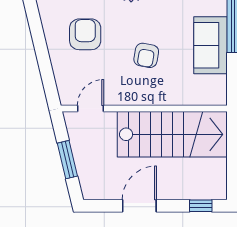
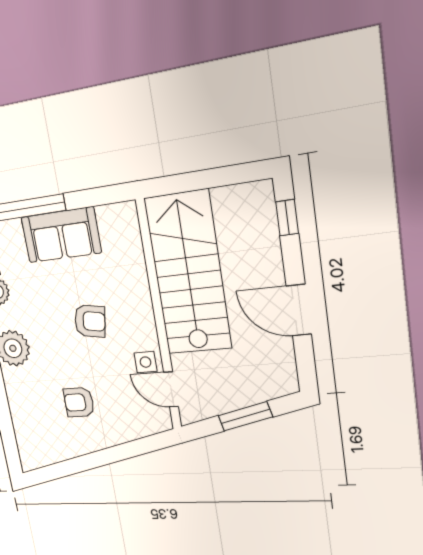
armchair: (85, 34) -> (79, 402), width x0.72, depth x0.72
side table: (112, 93) -> (146, 362), added

